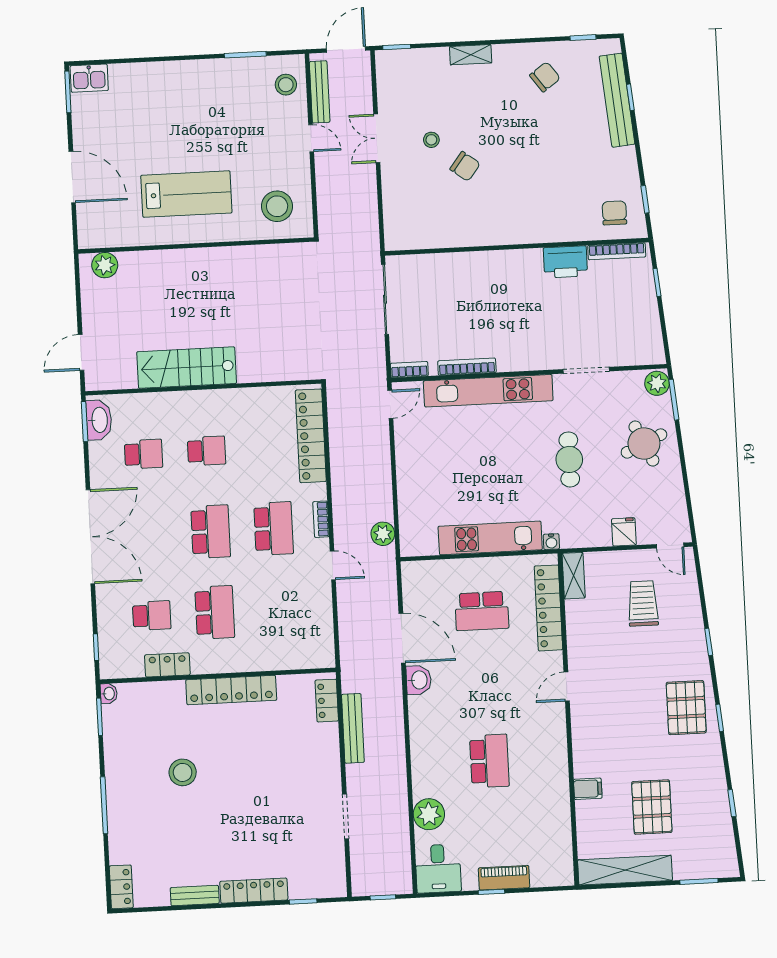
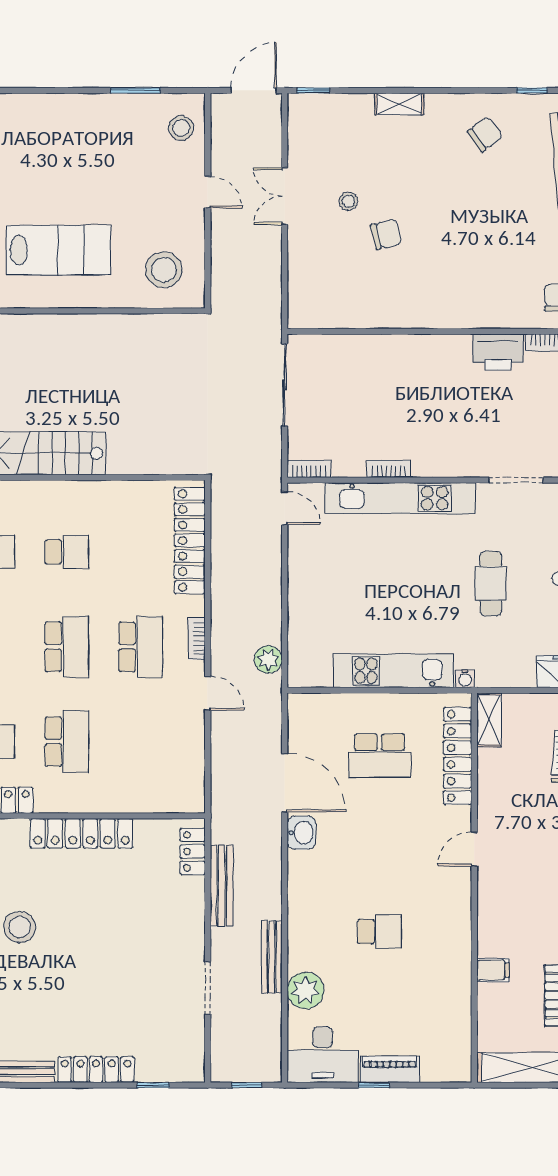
bench: (320, 92) -> (272, 957), moved
chair: (465, 166) -> (386, 234), turned -50
bookcase: (467, 367) -> (389, 469), width x0.64
door: (390, 404) -> (285, 508), hinge flipped
school desk: (489, 761) -> (379, 932), width x0.54
desk: (438, 869) -> (323, 1055), width x1.37

